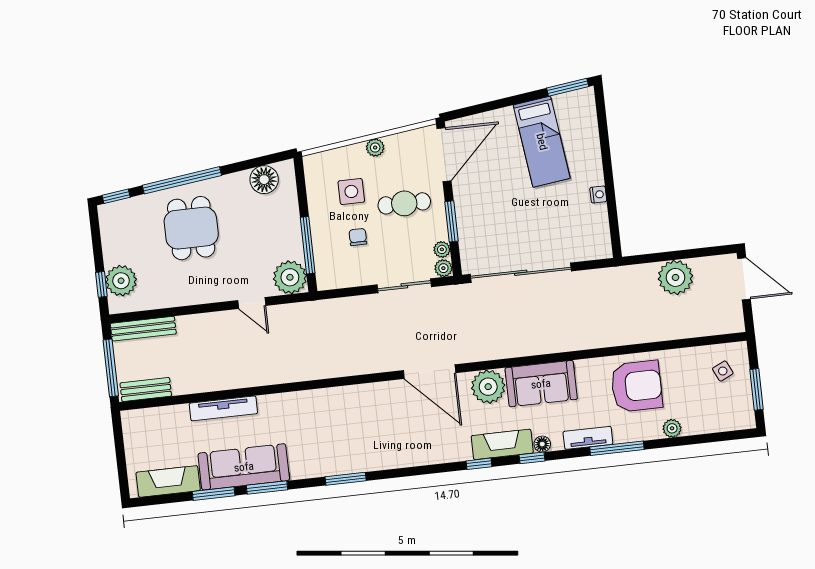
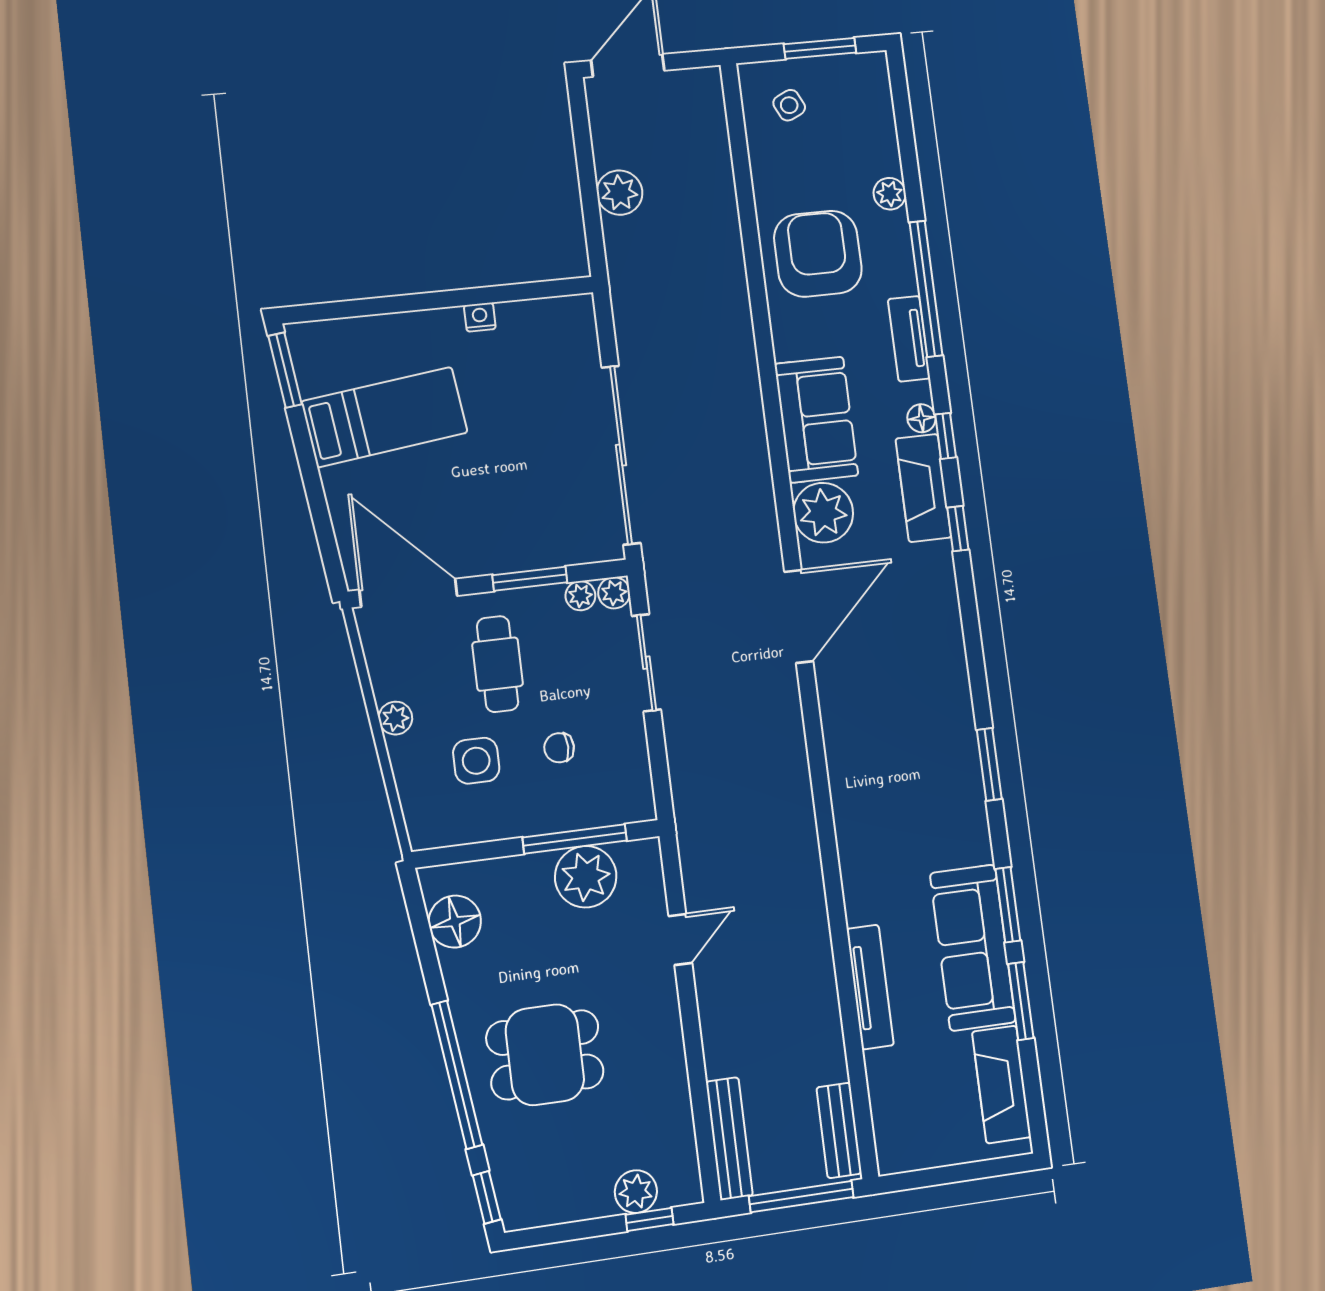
plant: (290, 277) -> (586, 877), moved
plant: (676, 277) -> (620, 193), width x0.73, depth x0.73
plant: (121, 281) -> (636, 1192), width x0.73, depth x0.73
window: (617, 448) -> (926, 289), width x1.46

